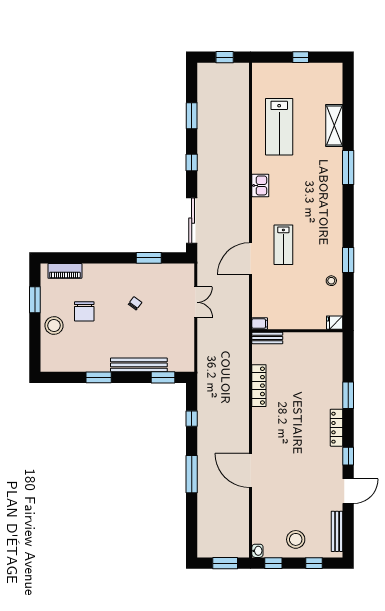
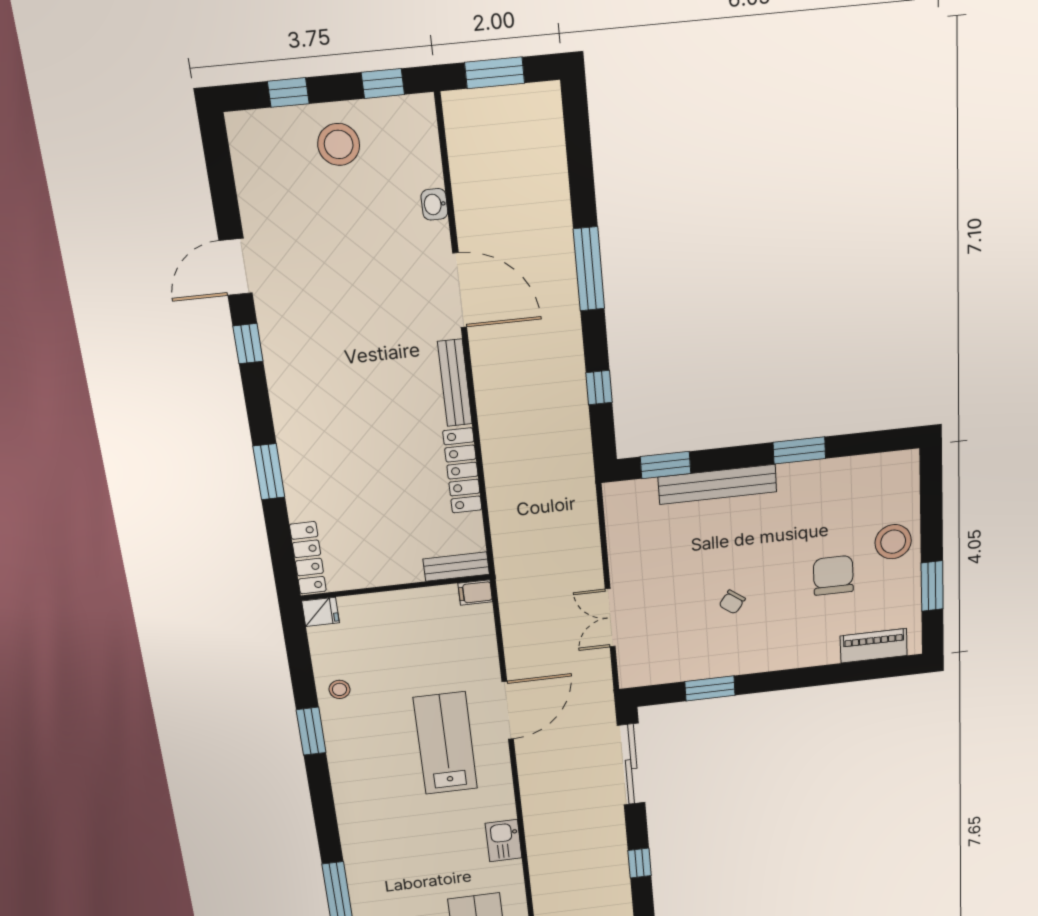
lab bench: (283, 245) -> (445, 743), width x1.36, depth x1.39
locker: (337, 428) -> (308, 558), moved
bench: (337, 531) -> (455, 383), moved
washbasin: (257, 551) -> (434, 204), moved

